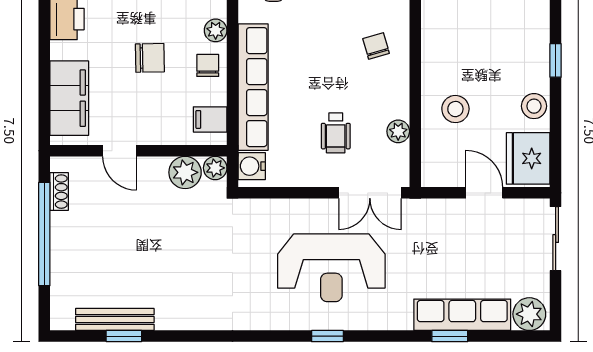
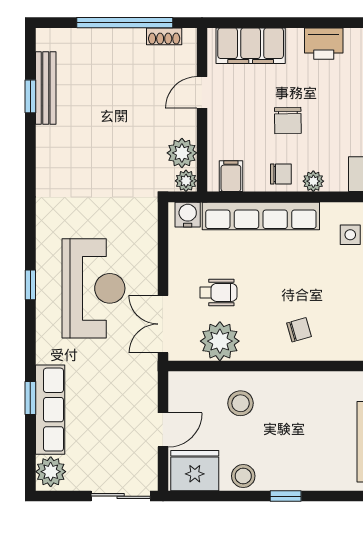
plant: (398, 131) -> (220, 341), width x1.87, depth x1.87
wheelchair: (336, 133) -> (218, 292), turned 180
reception desk: (331, 268) -> (94, 288), turned 180

